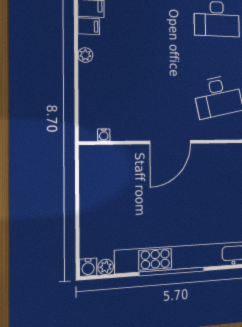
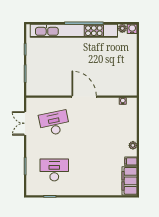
door: (170, 142) -> (84, 97), hinge flipped

